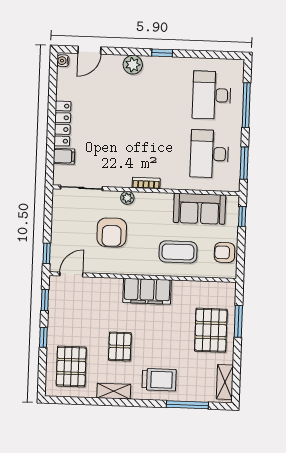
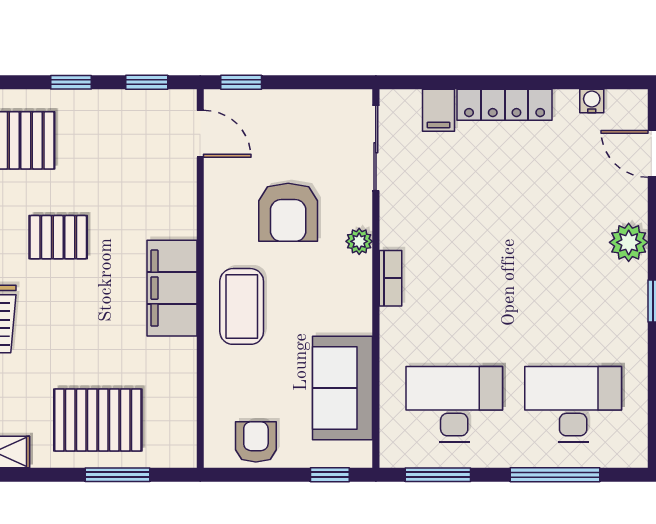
water cooler: (63, 61) -> (592, 101), moved
armchair: (112, 232) -> (288, 212), turned -90
coffee table: (178, 252) -> (242, 306), moved

